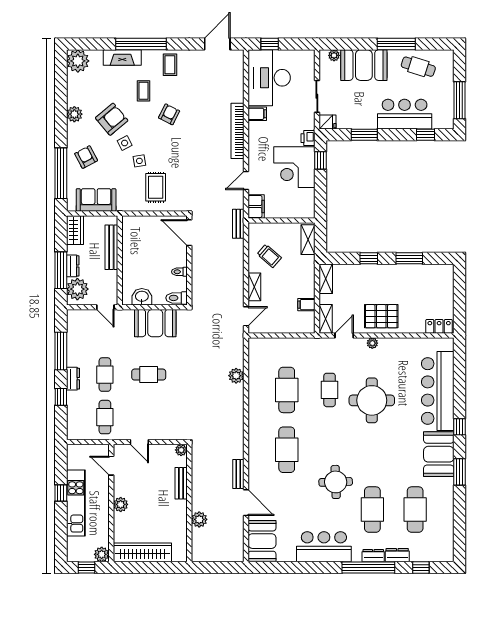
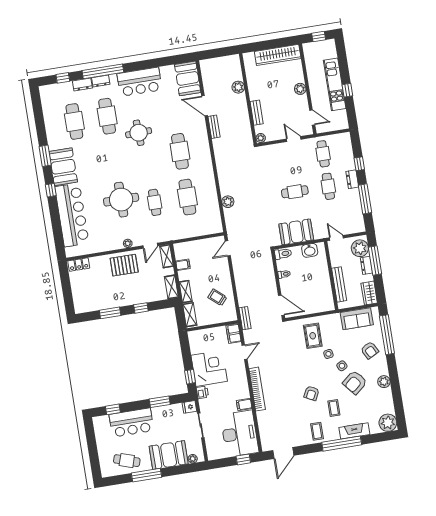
window: (459, 100) -> (91, 440), removed
shelving: (254, 287) -> (186, 292), moved
plant: (102, 554) -> (309, 48), removed

